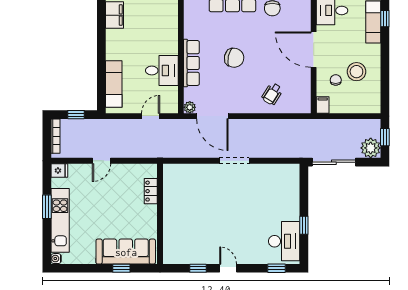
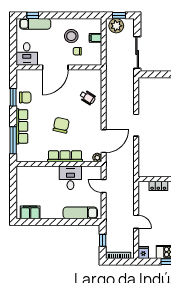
filing cabinet: (323, 105) -> (96, 38), moved
plant: (371, 148) -> (116, 26), moved

